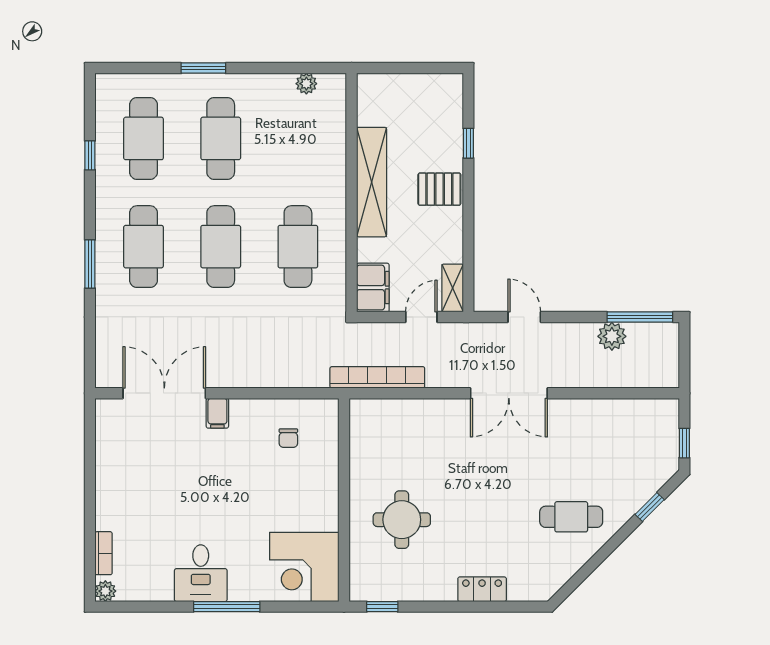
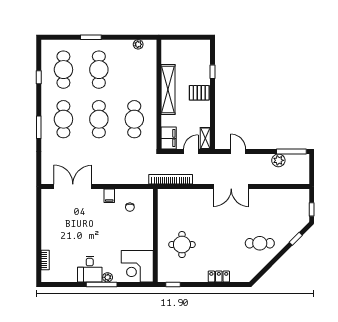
filing cabinet: (217, 413) -> (109, 196), moved
plant: (105, 591) -> (108, 277), moved

